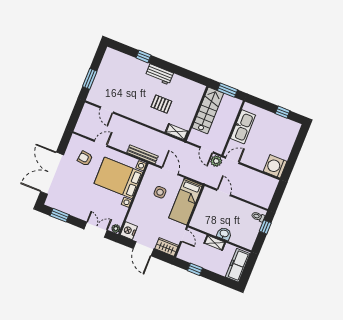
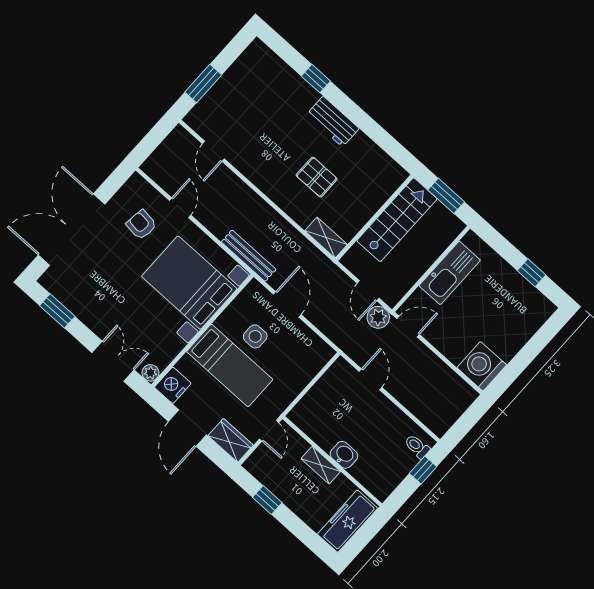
door: (101, 143) -> (180, 208), hinge flipped
bed: (186, 202) -> (230, 366), moved, turned -90

